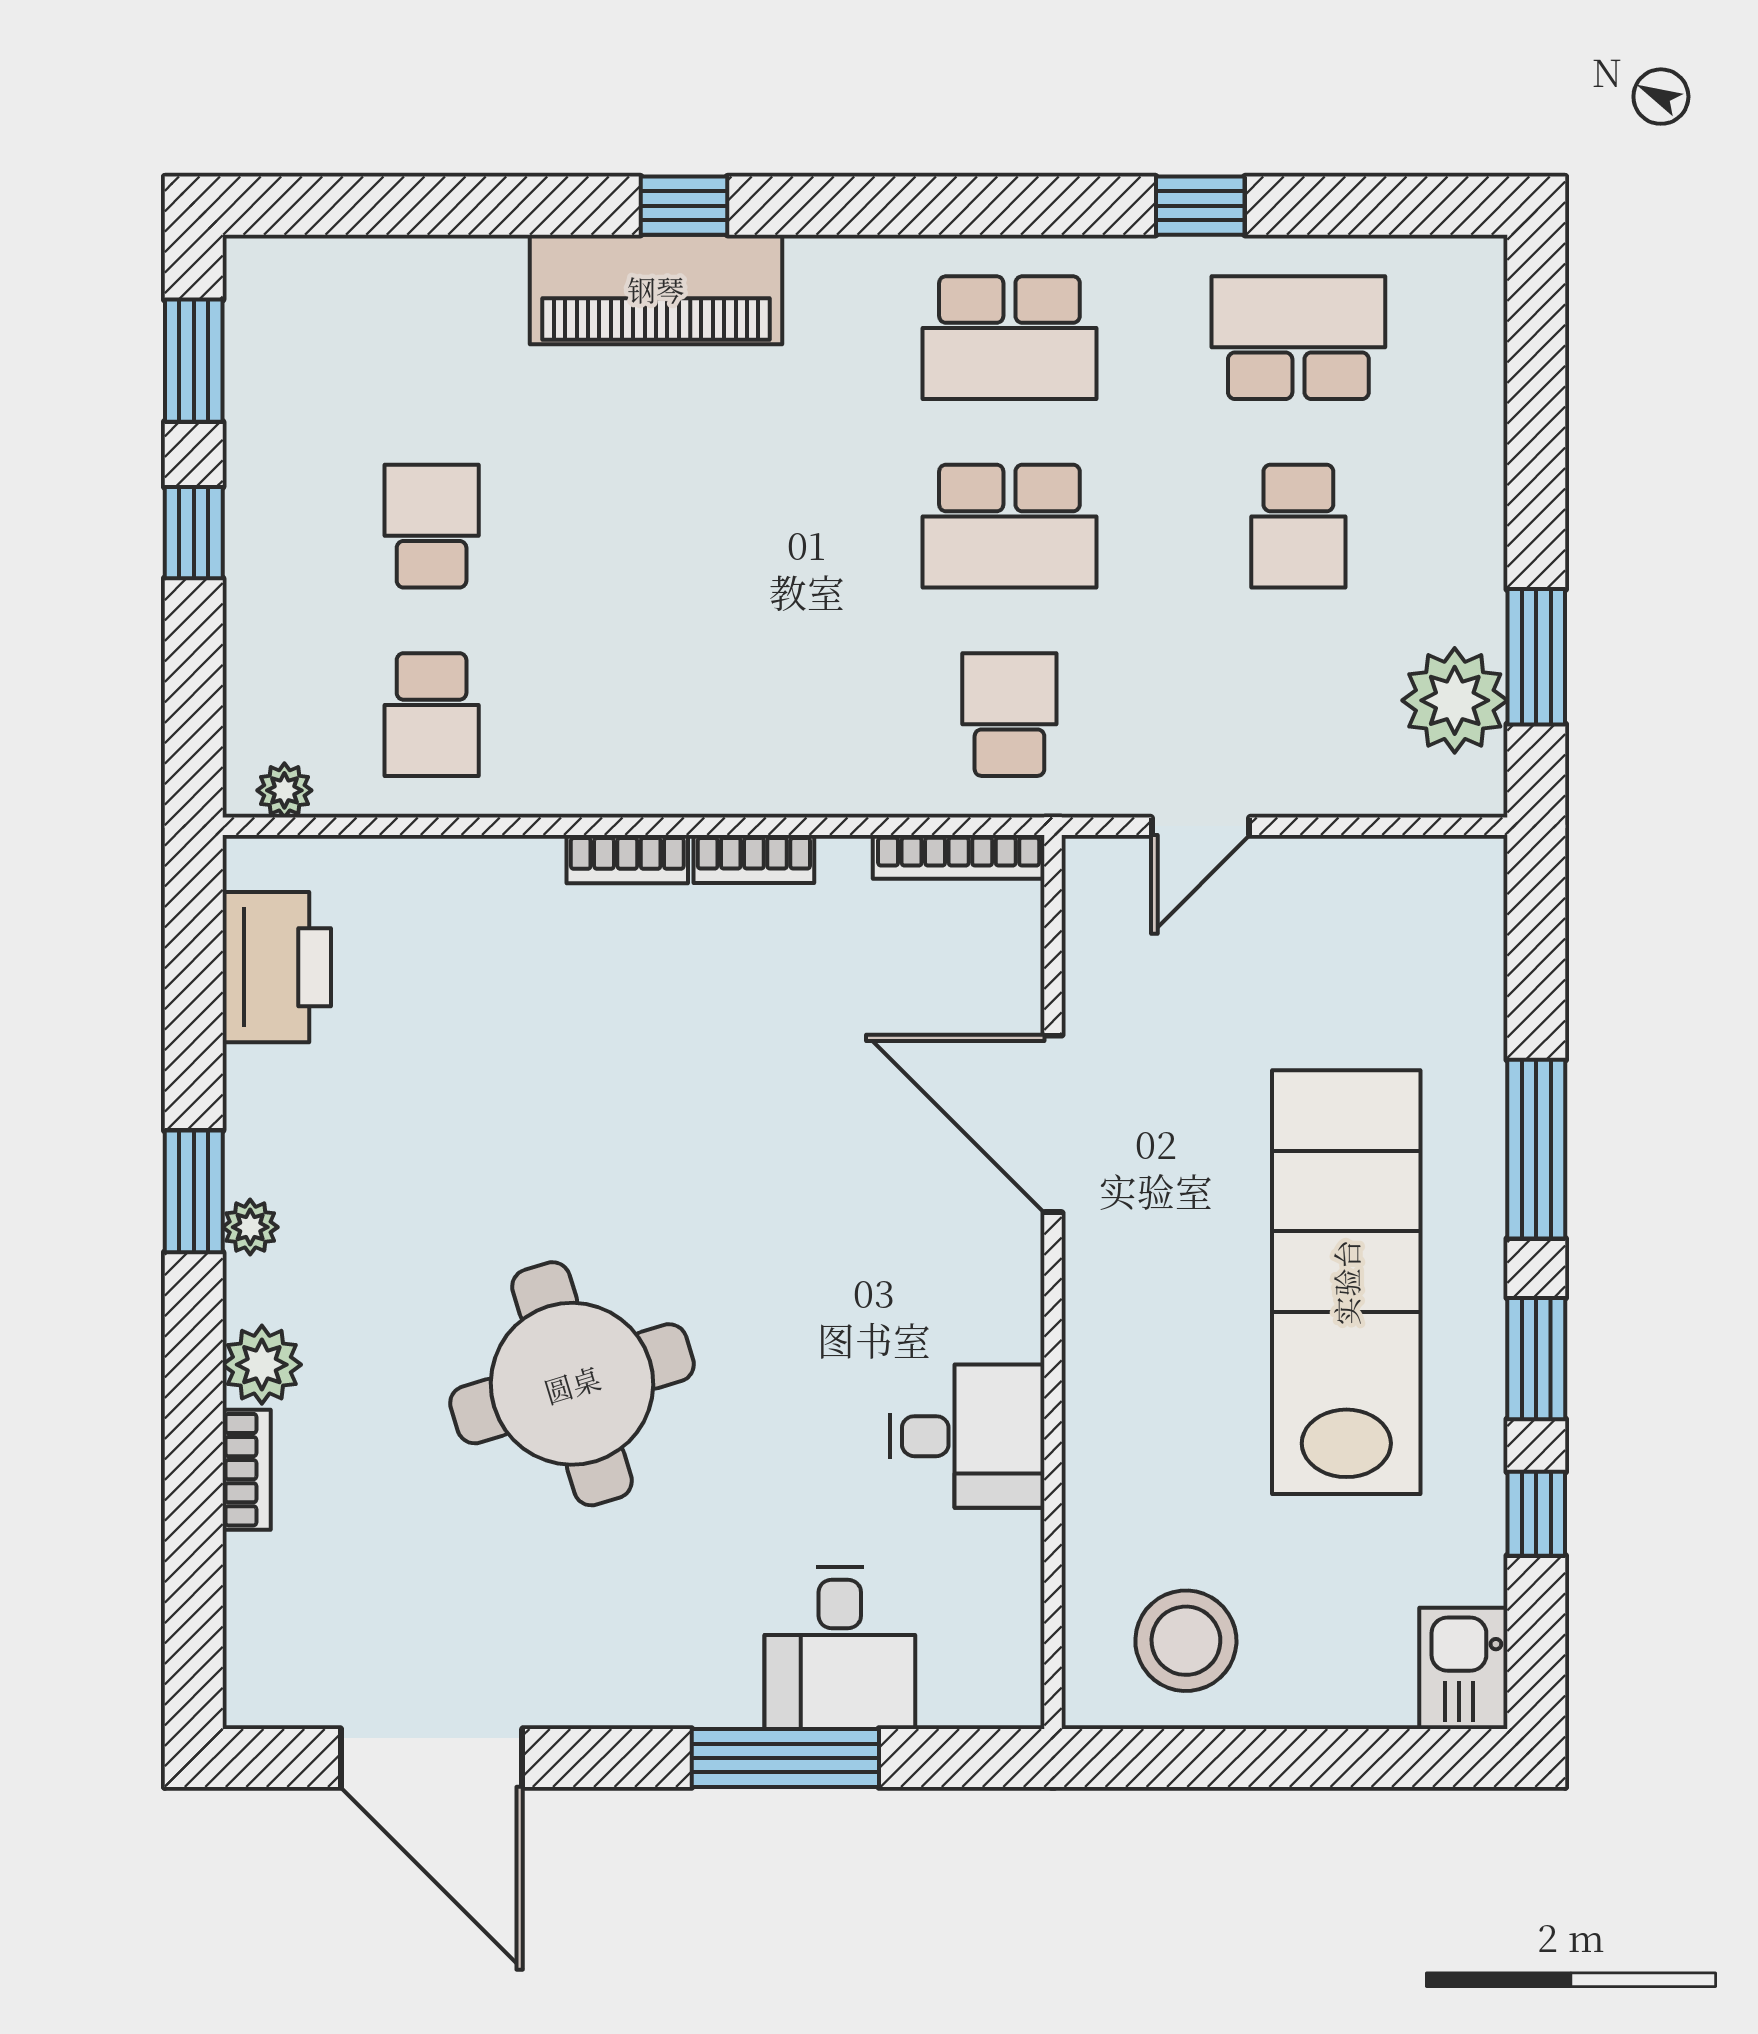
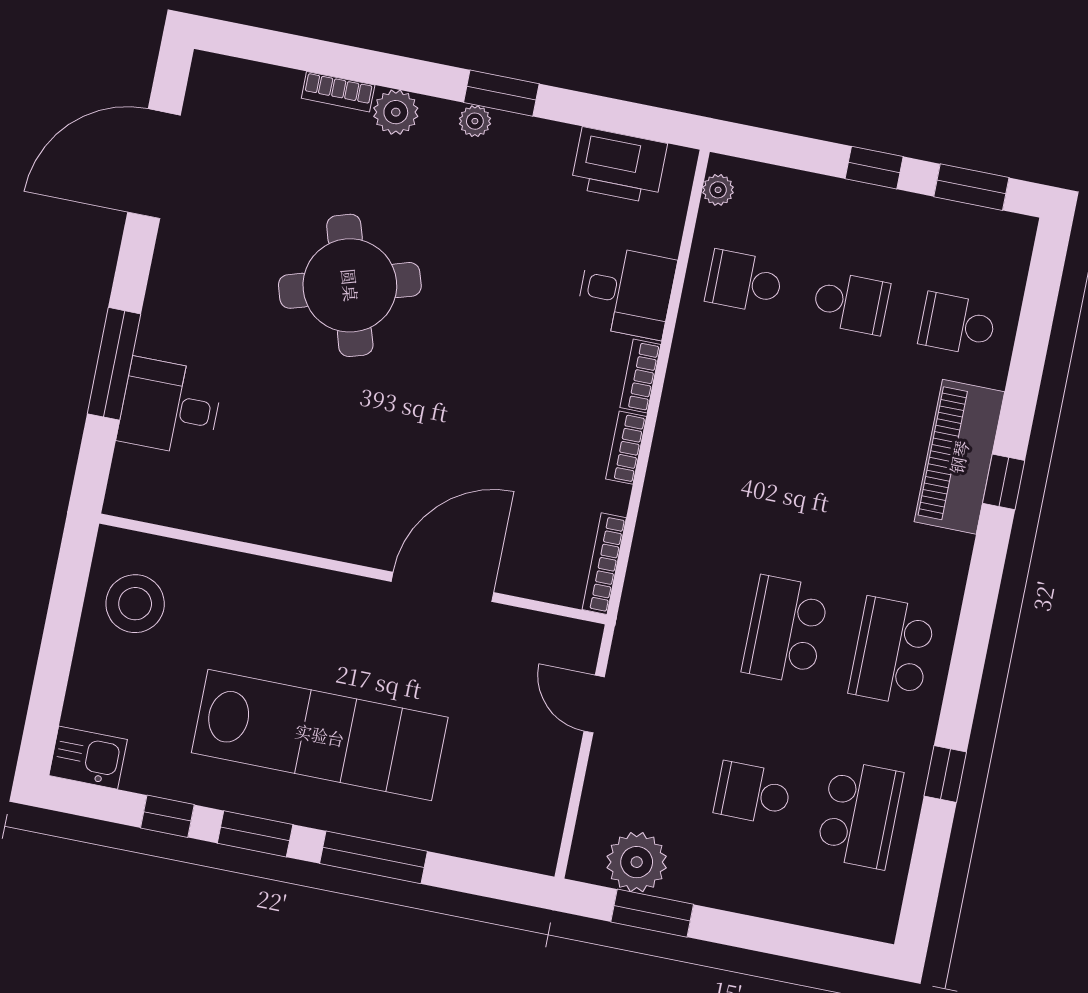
school desk: (1009, 715) -> (958, 324), moved, turned 180
desk: (967, 1436) -> (626, 292), moved, turned -90

